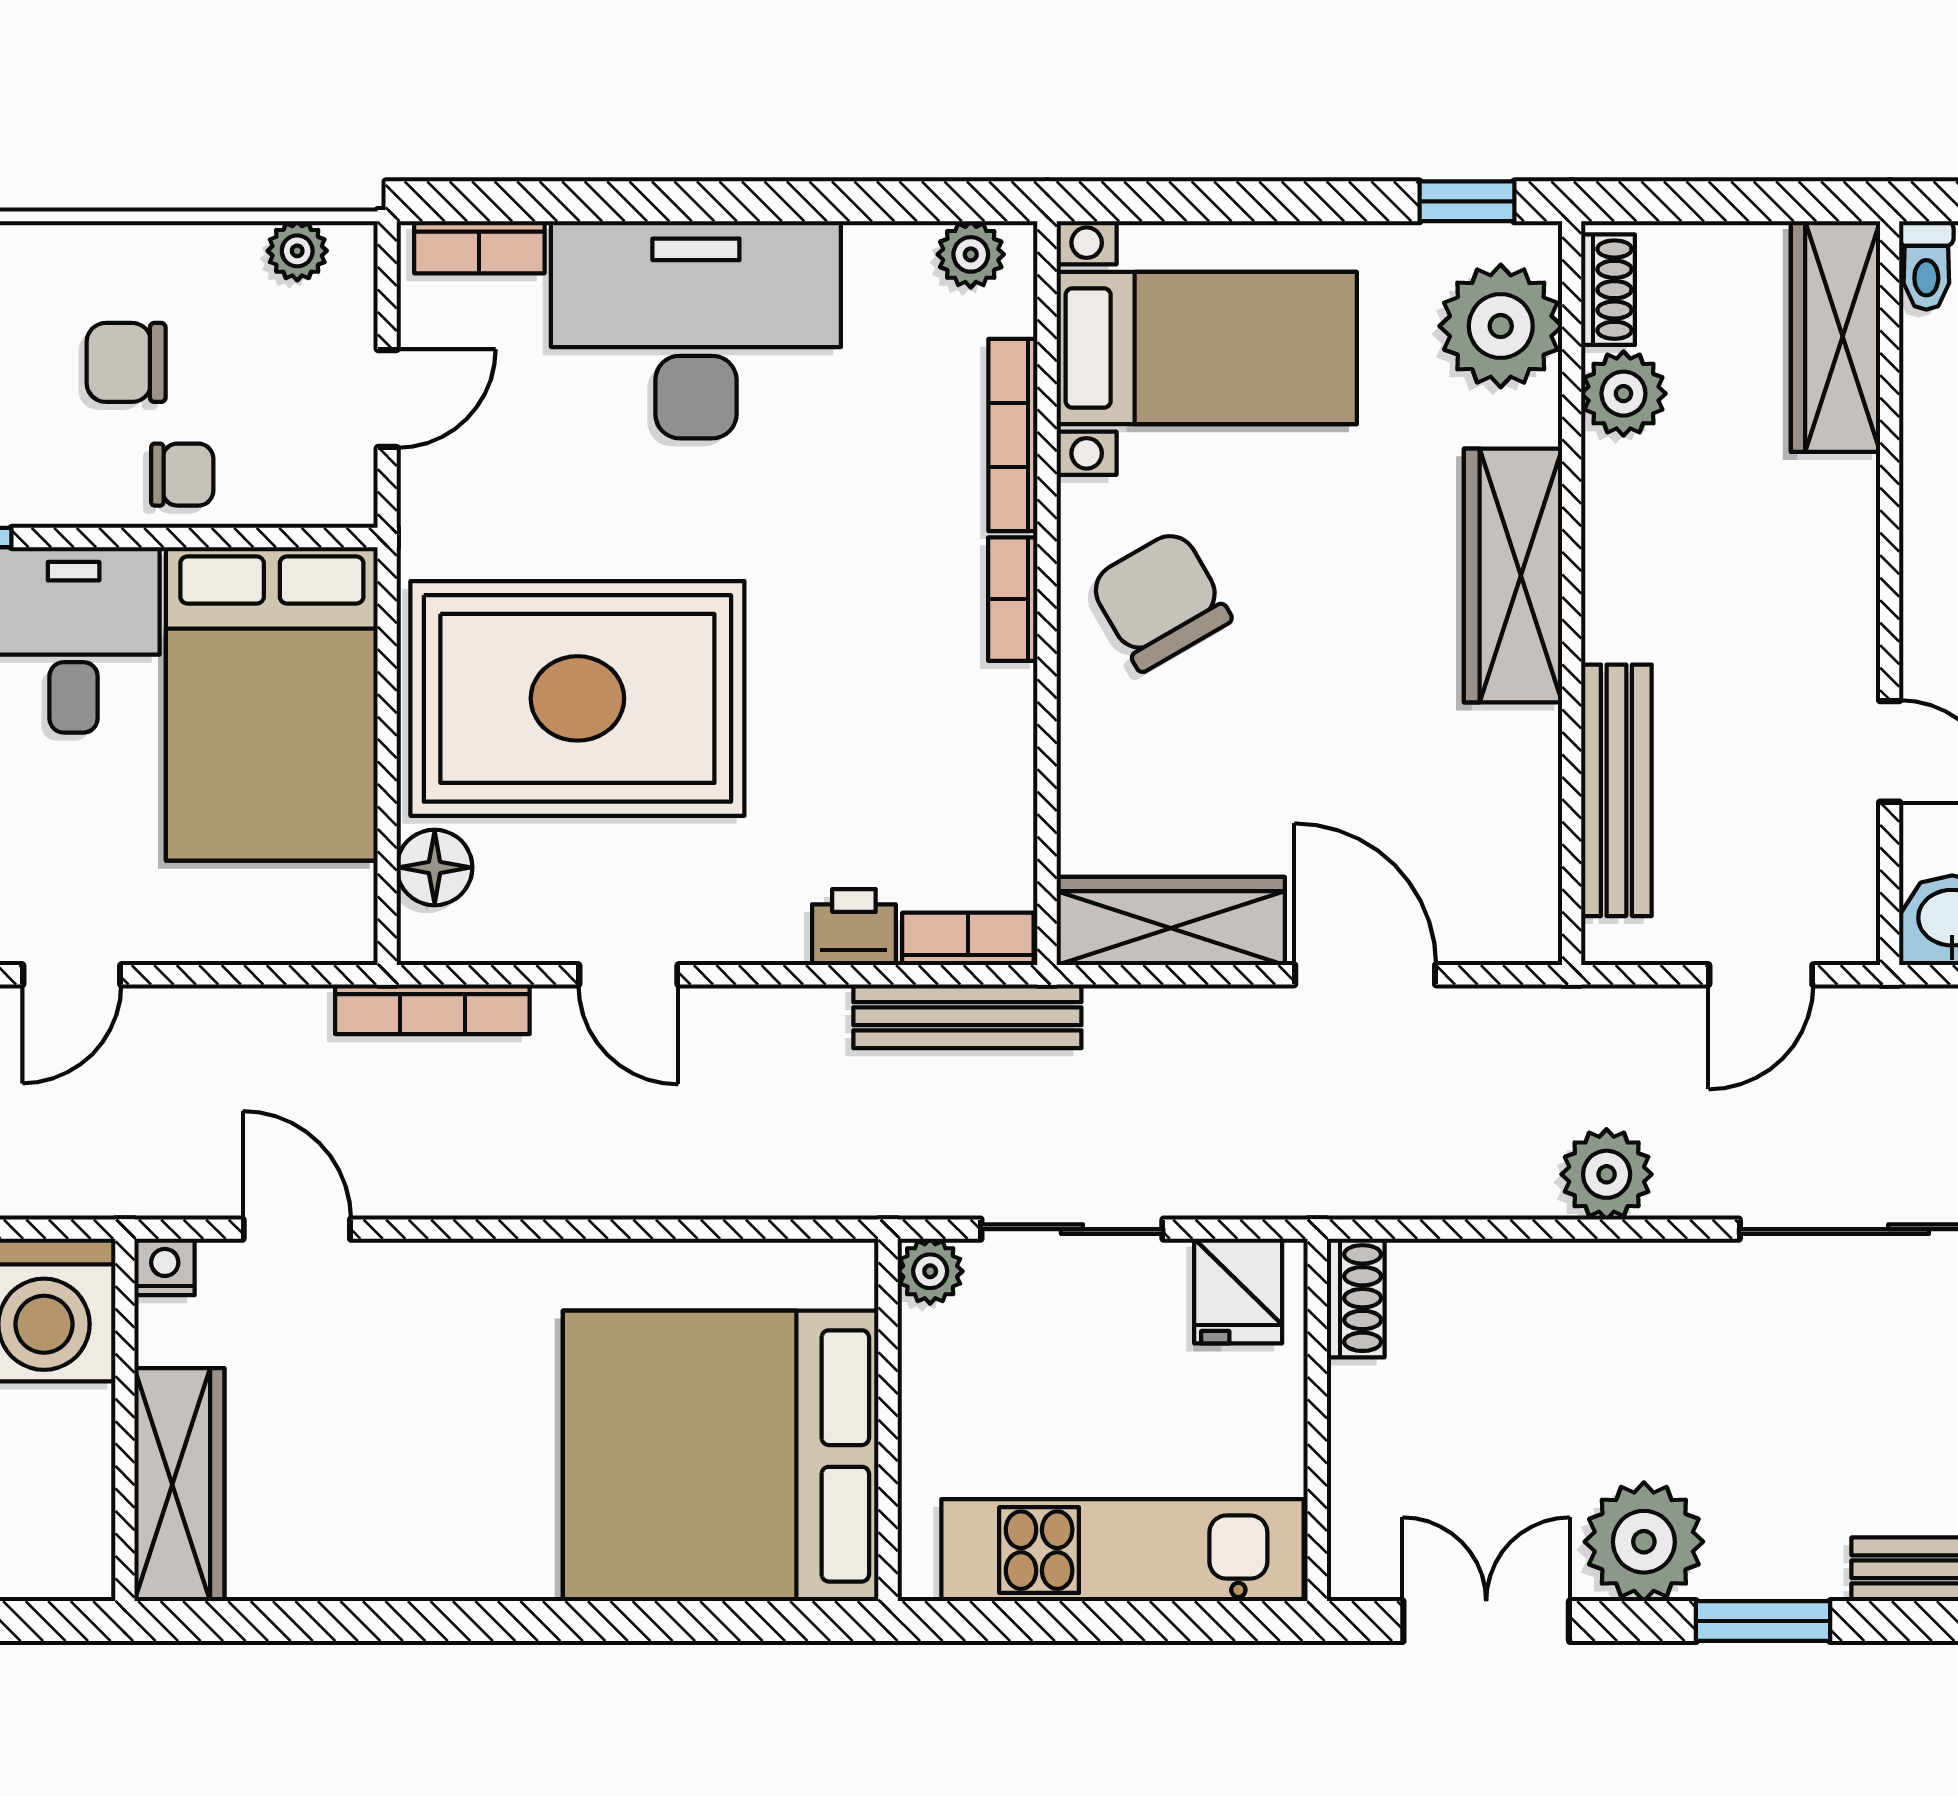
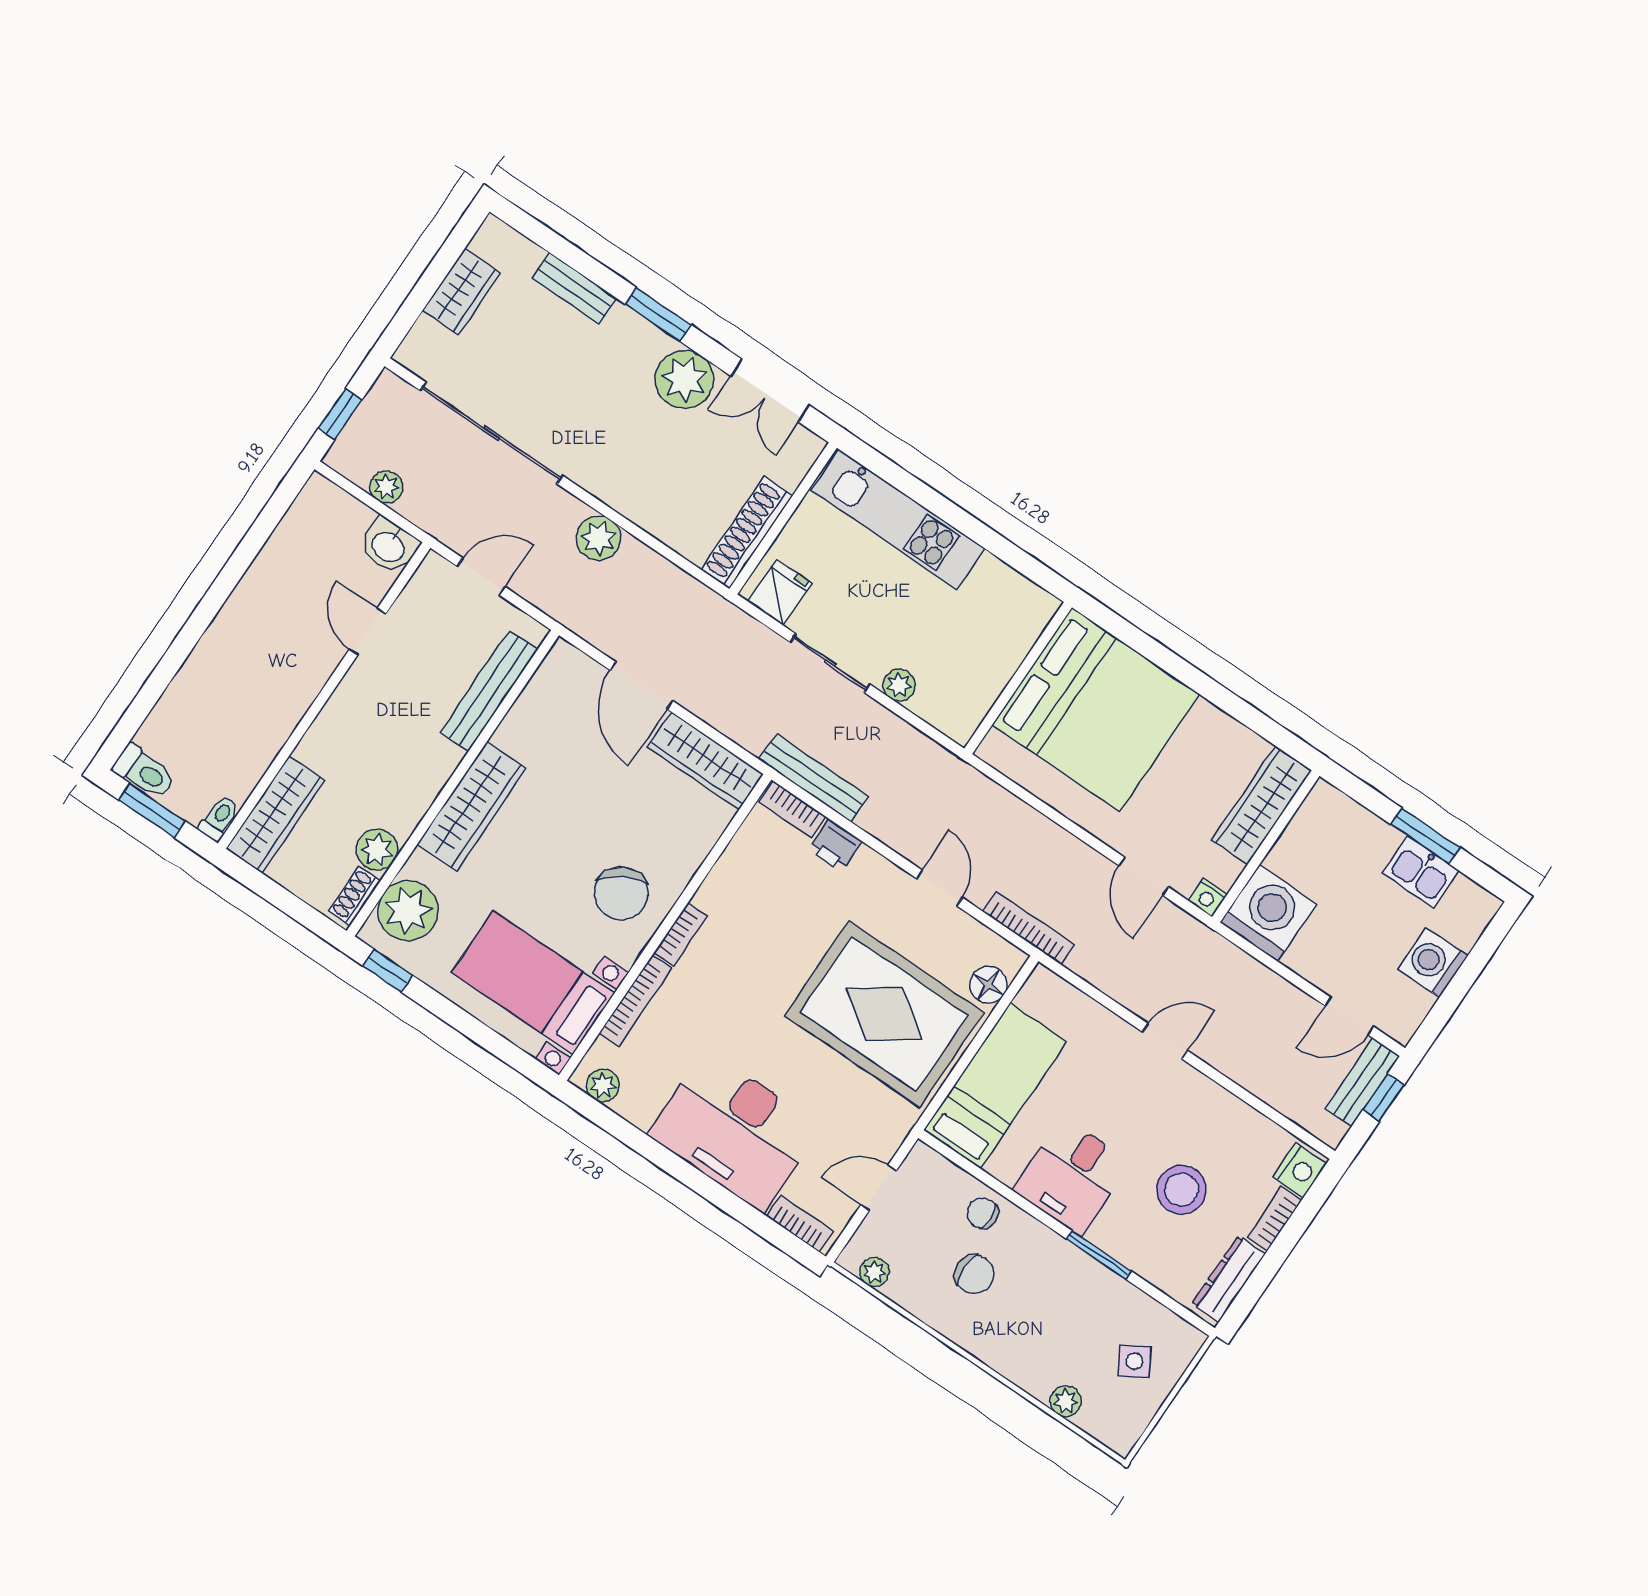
bed: (272, 704) -> (995, 1086), width x0.67
shoe rack: (1356, 1298) -> (747, 533), width x1.94, depth x1.24
wall: (888, 1420) -> (1018, 678), moved
bed: (721, 1456) -> (1096, 709), moved

